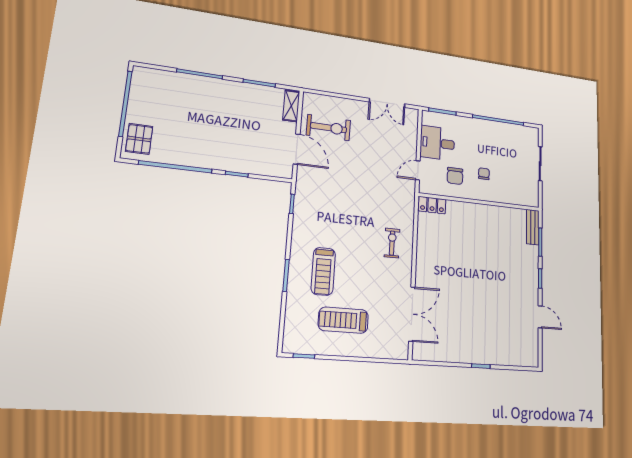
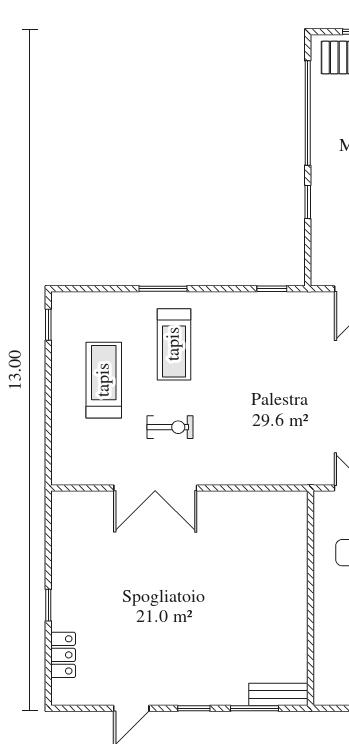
locker: (432, 205) -> (63, 655), moved, turned 180
exercise bike: (392, 243) -> (170, 427), moved
treadmill: (323, 271) -> (174, 344), turned -90
double door: (412, 314) -> (155, 488), moved

